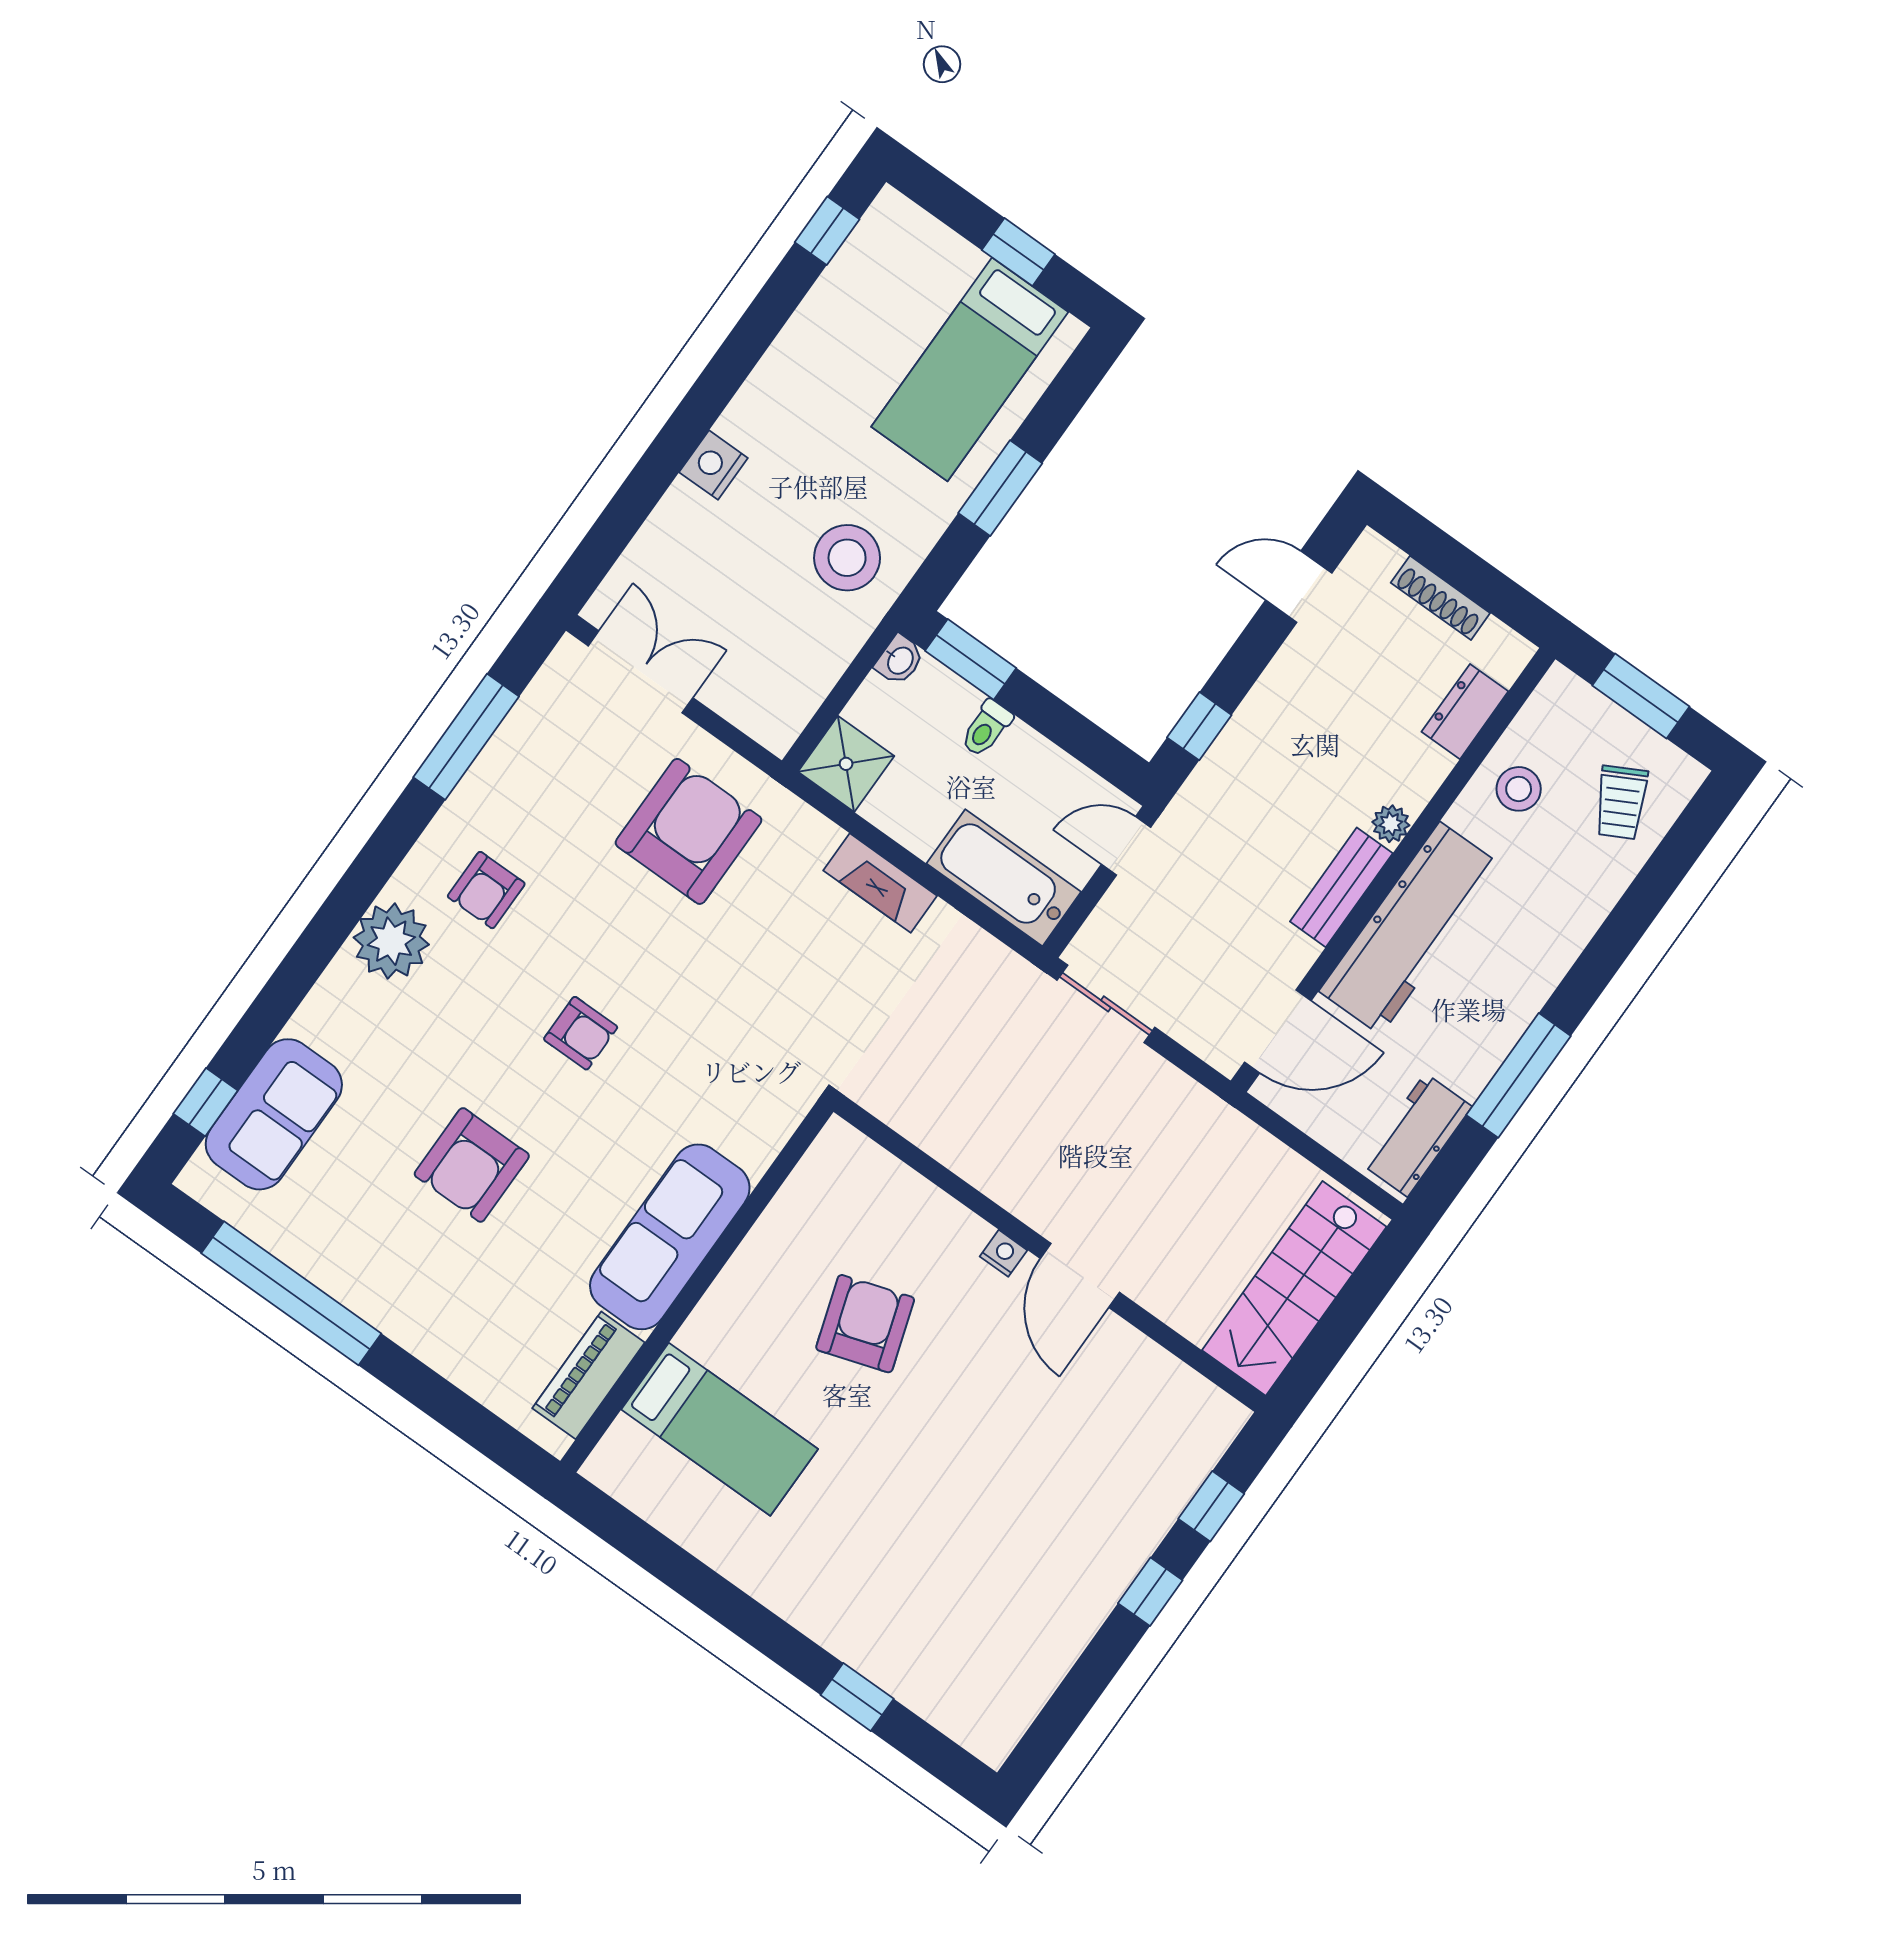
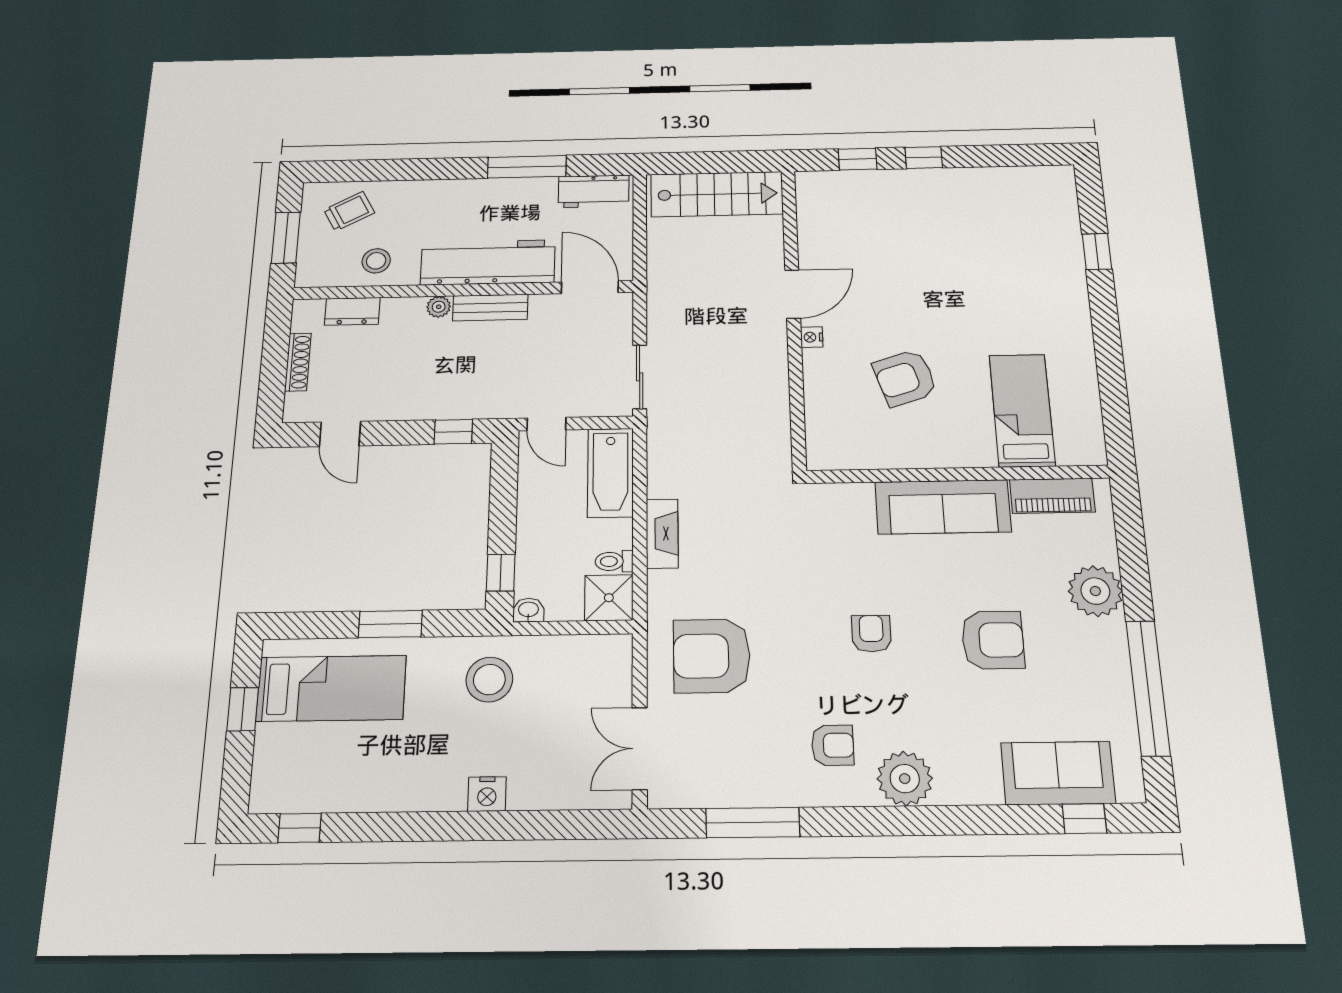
window: (971, 659) -> (501, 573), width x0.67
toilet: (986, 728) -> (614, 561), moved, turned 180
plant: (441, 1329) -> (1095, 591), added

